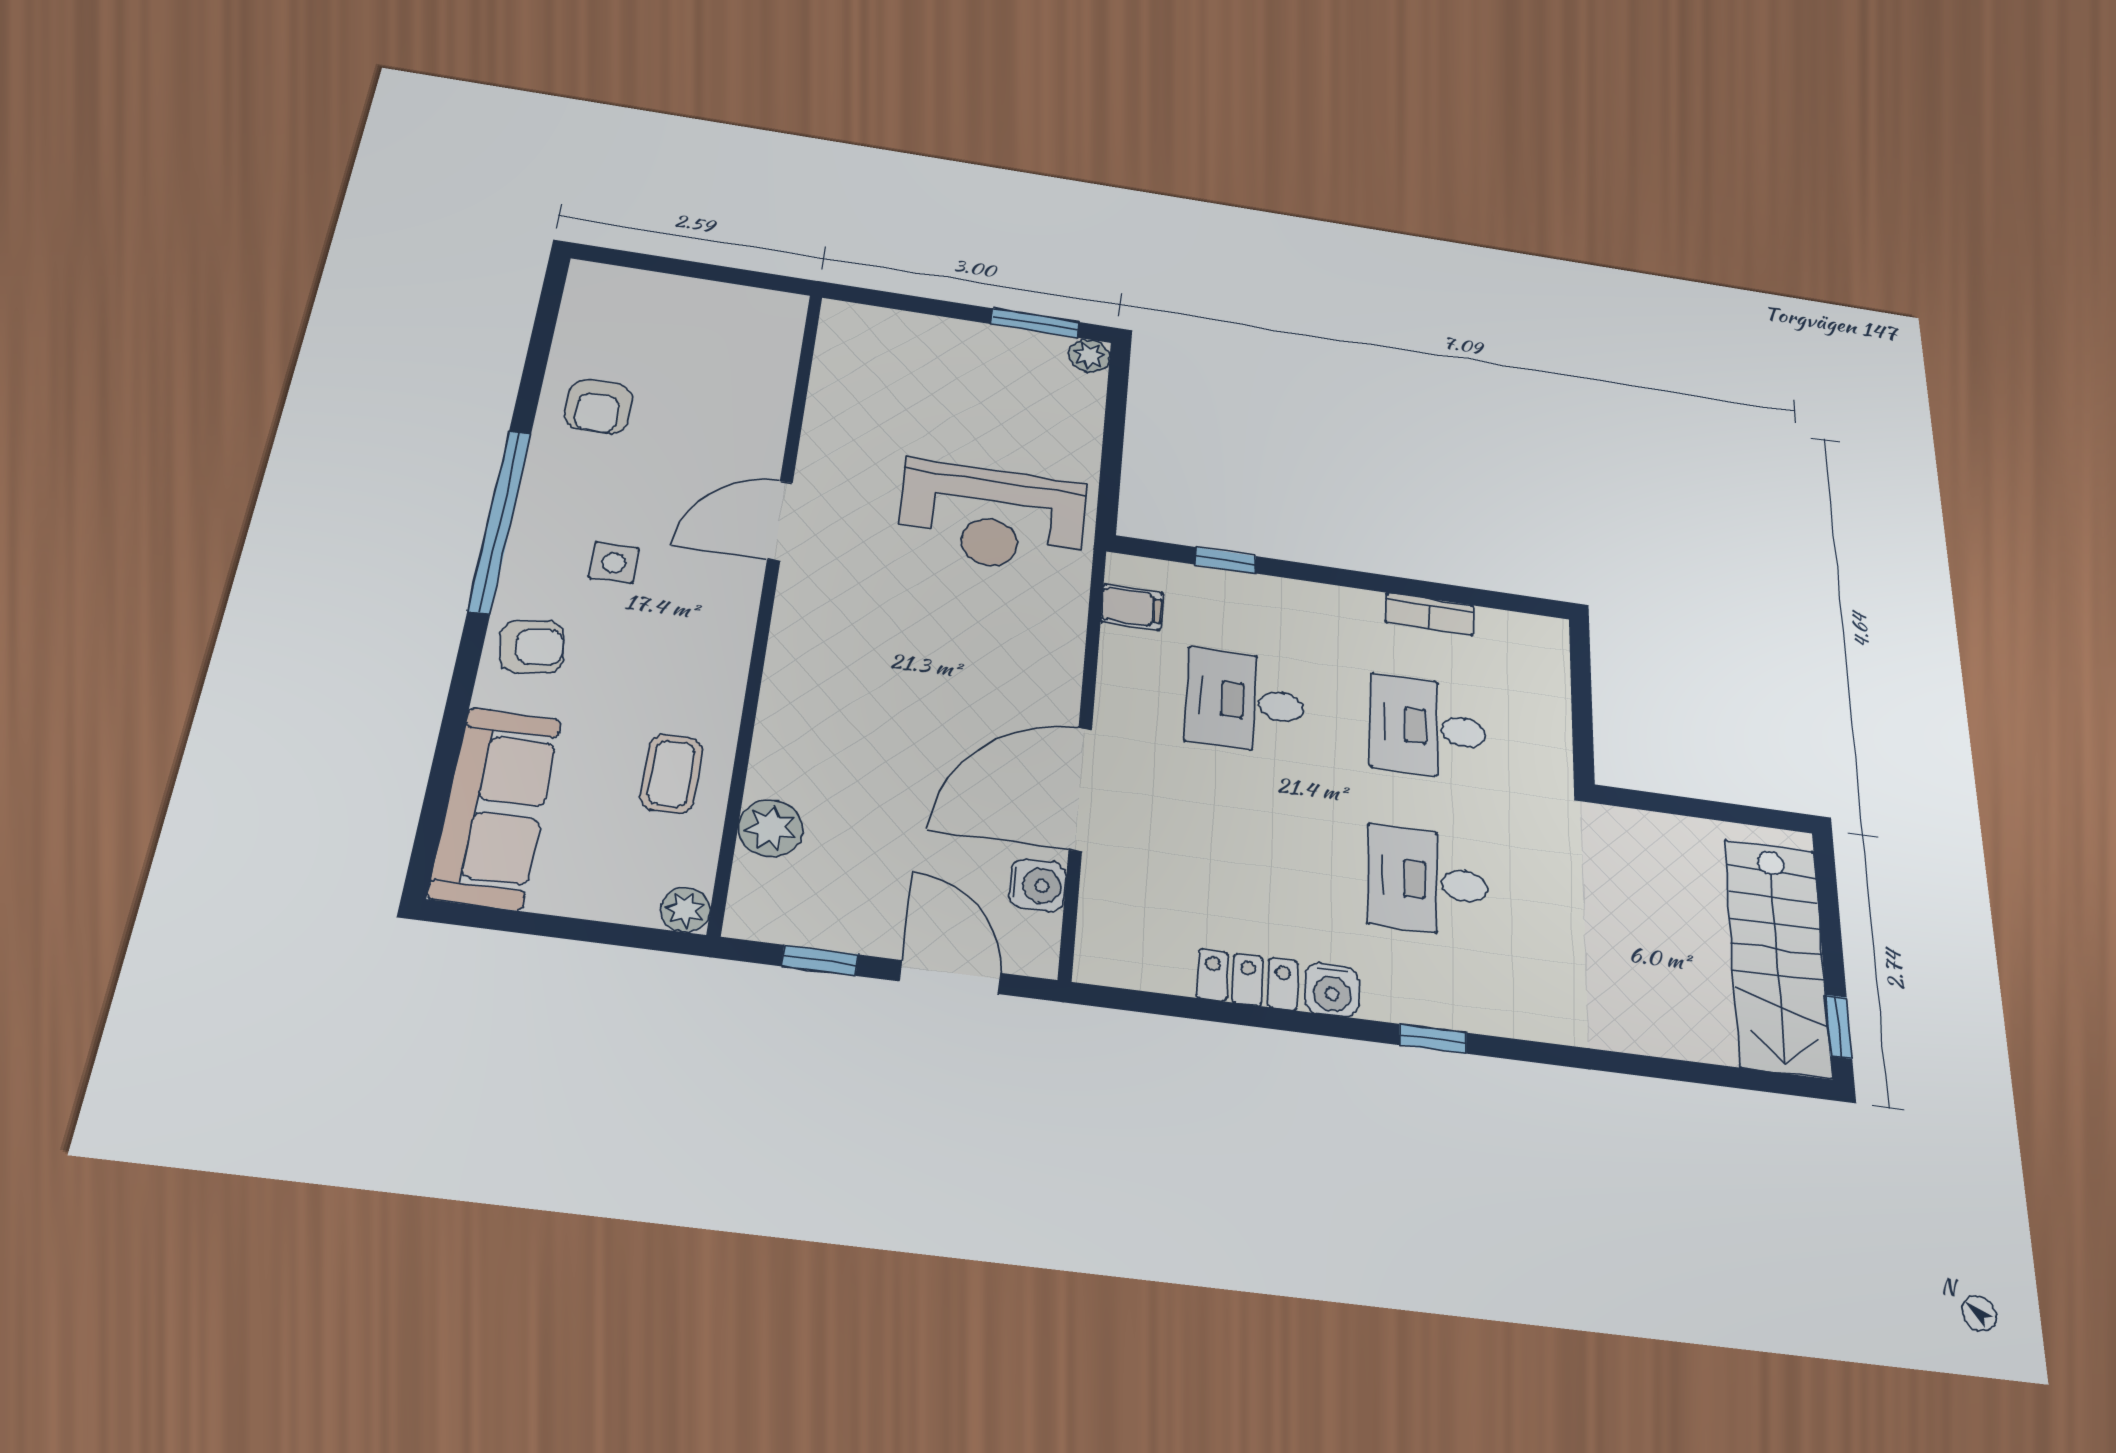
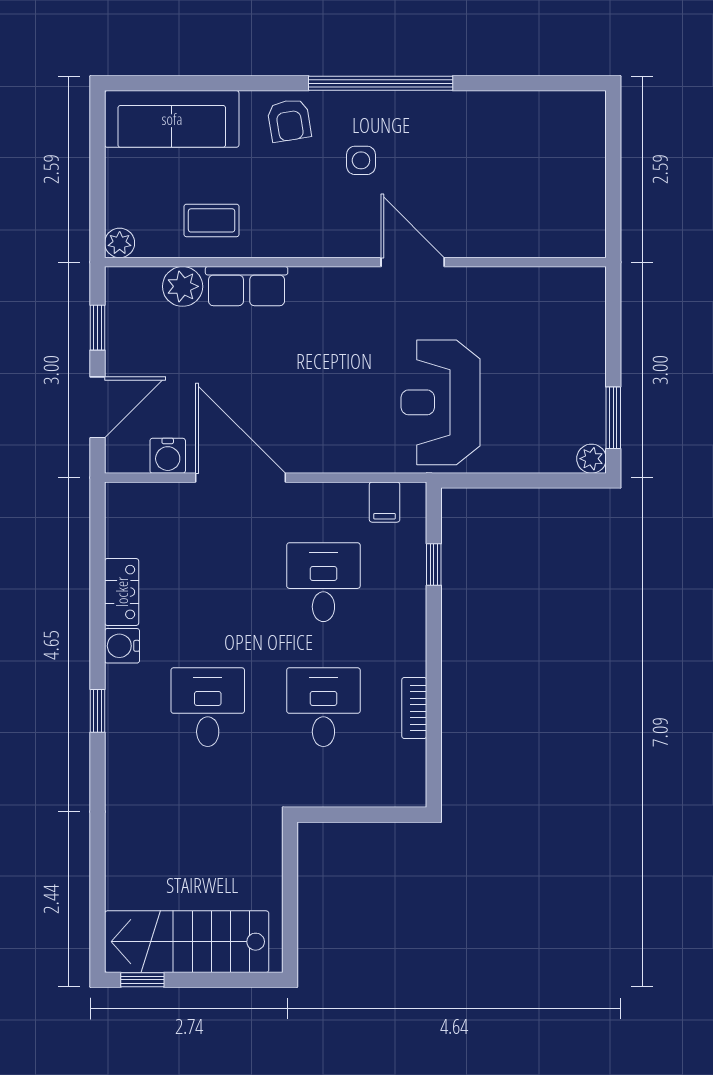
armchair: (598, 407) -> (483, 130), removed
row of seats: (783, 740) -> (247, 286), added

